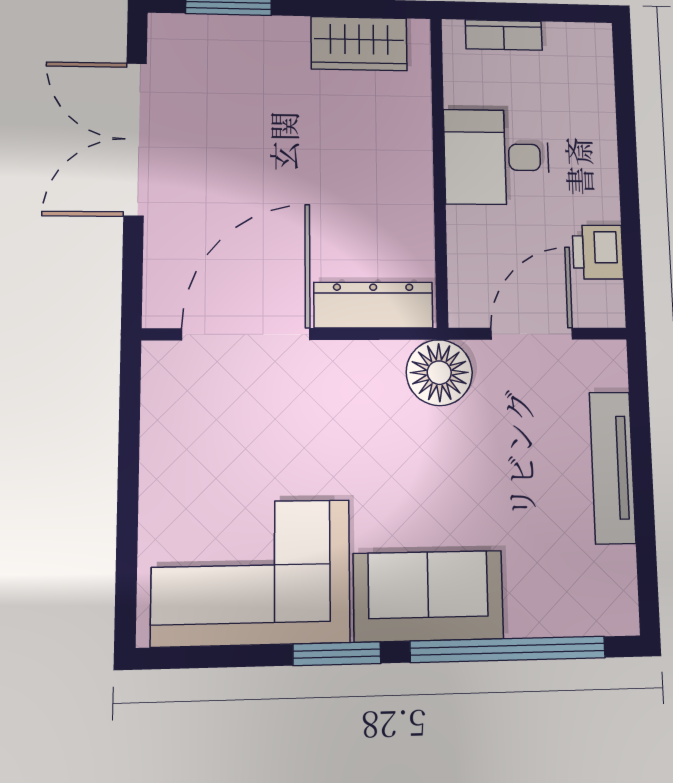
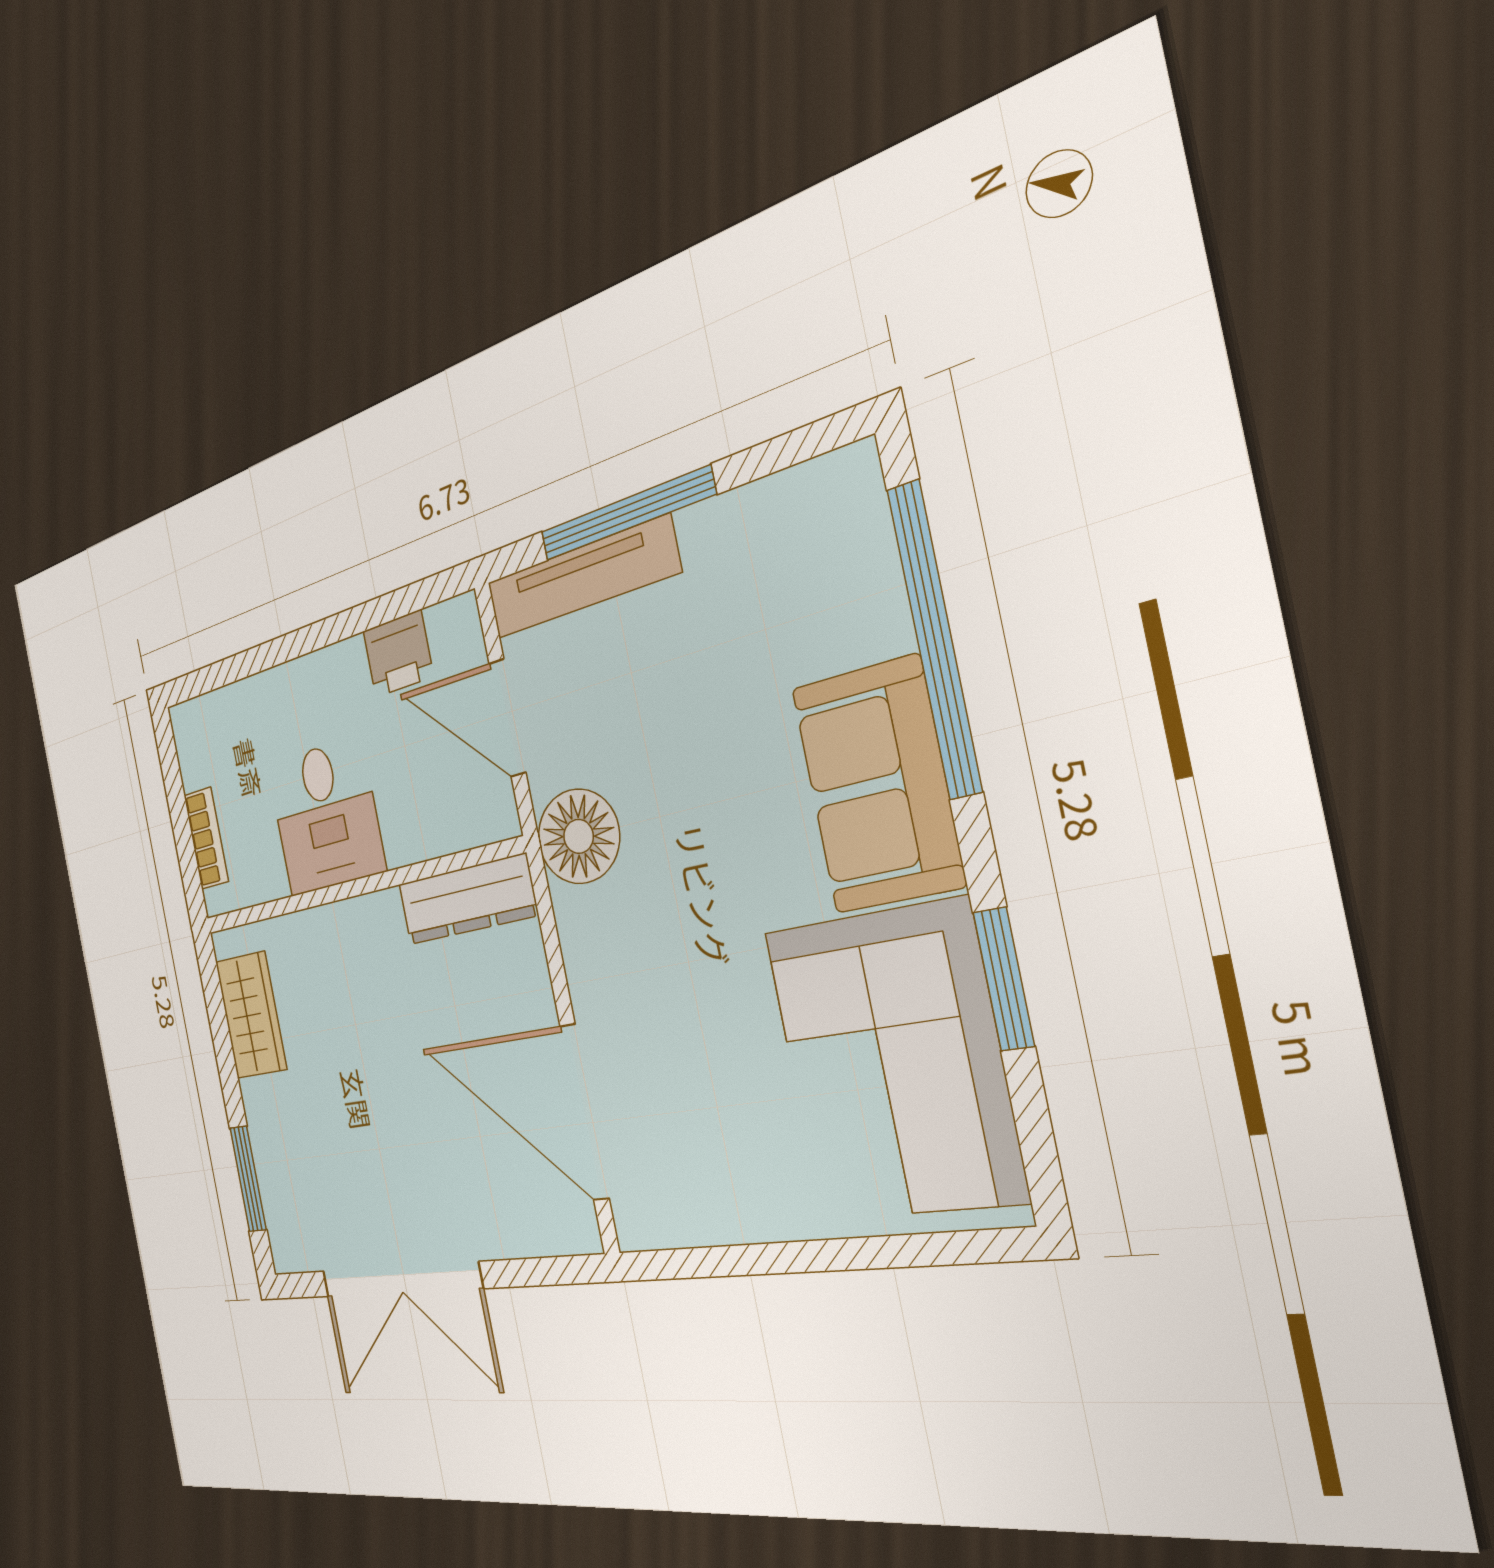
dresser: (373, 305) -> (467, 900), moved, turned -90
window: (642, 456) -> (626, 514), added
tv unit: (612, 468) -> (581, 578), moved
window: (337, 654) -> (1004, 979), moved

